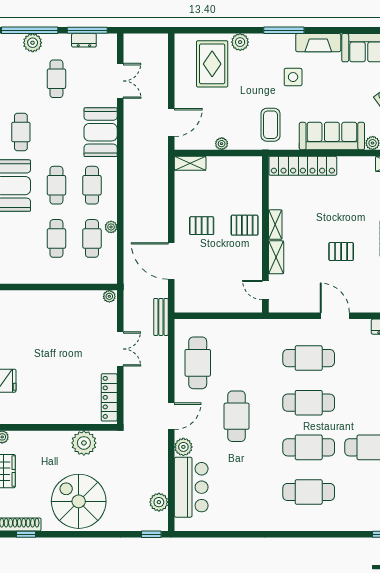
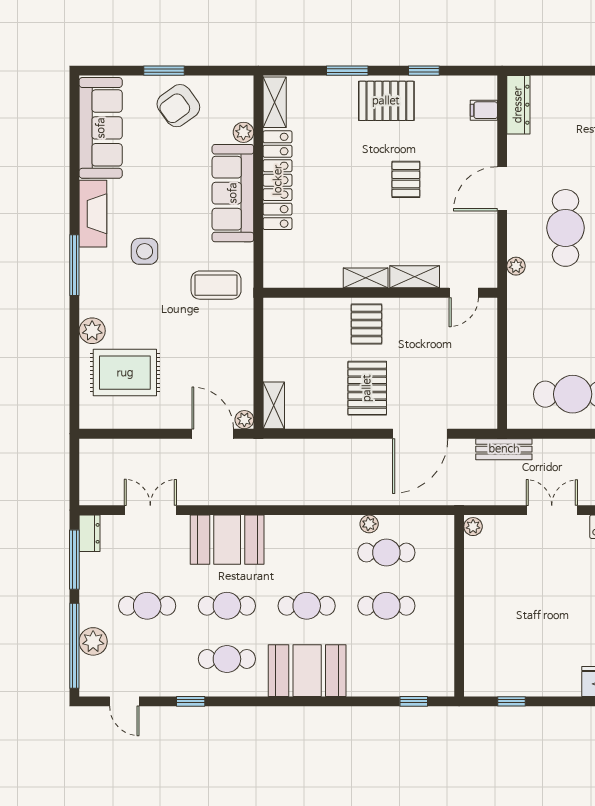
dresser: (84, 40) -> (90, 533), moved
plant: (222, 144) -> (244, 420), moved
locker: (303, 166) -> (278, 180), moved
cafe table: (92, 185) -> (227, 606), moved
pallet: (202, 226) -> (367, 388), width x1.50, depth x1.42
plant: (283, 325) -> (516, 266), added

